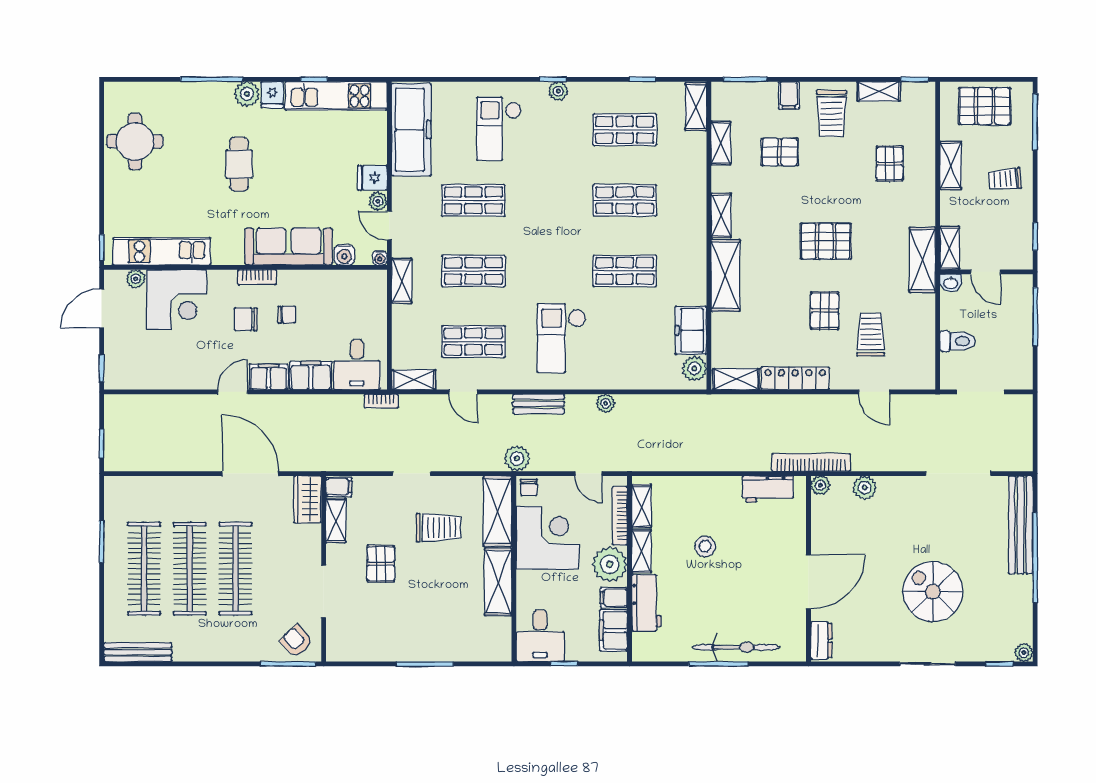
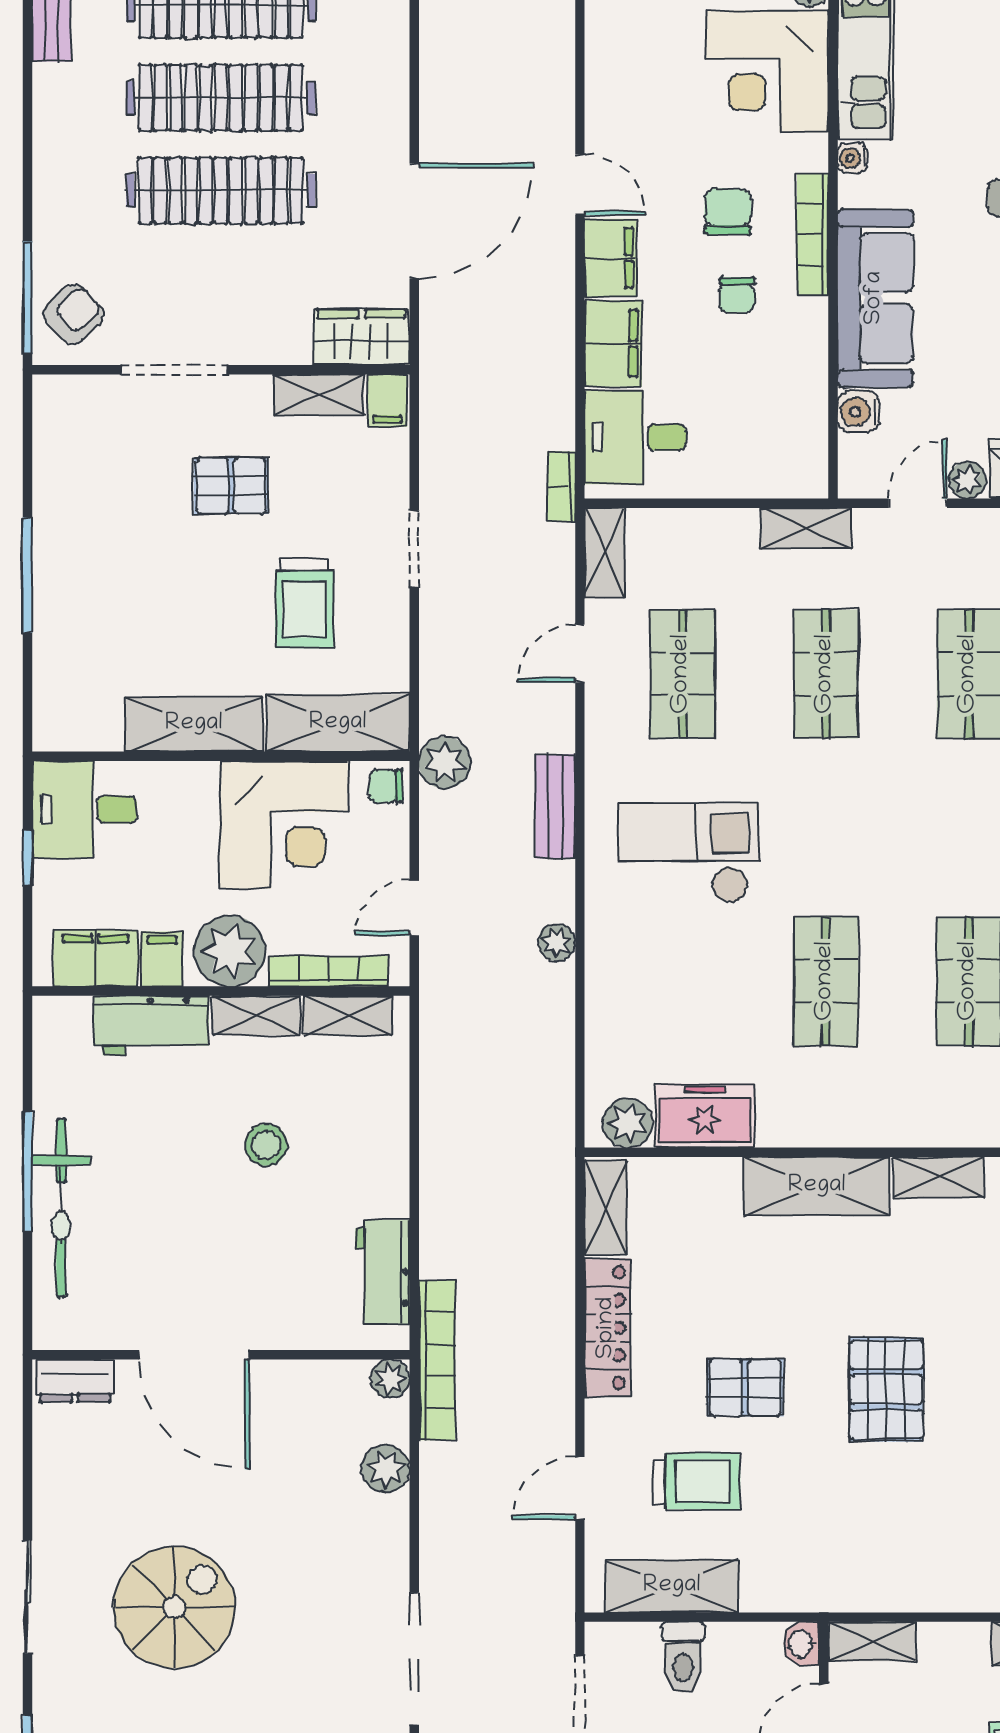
water cooler: (380, 258) -> (852, 158), moved
shelving: (922, 260) -> (672, 1586), moved
bookcase: (257, 277) -> (813, 235), width x1.56

